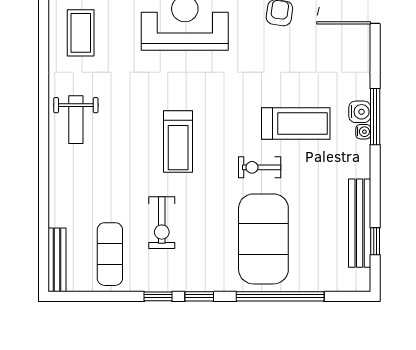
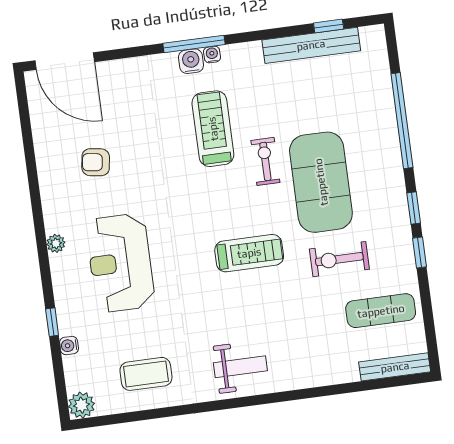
exercise bike: (260, 167) -> (265, 161), turned 180
exercise bike: (162, 223) -> (339, 259), turned 180
exercise mat: (263, 239) -> (321, 182), moved, turned 90

